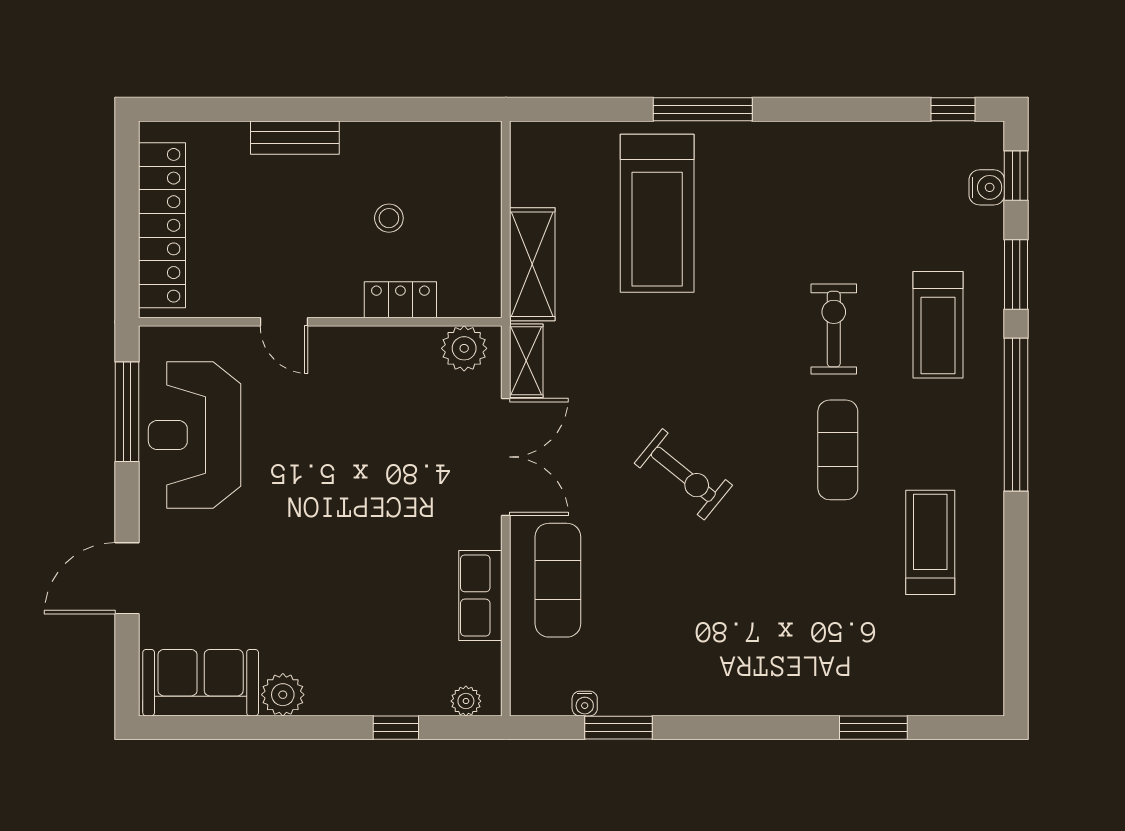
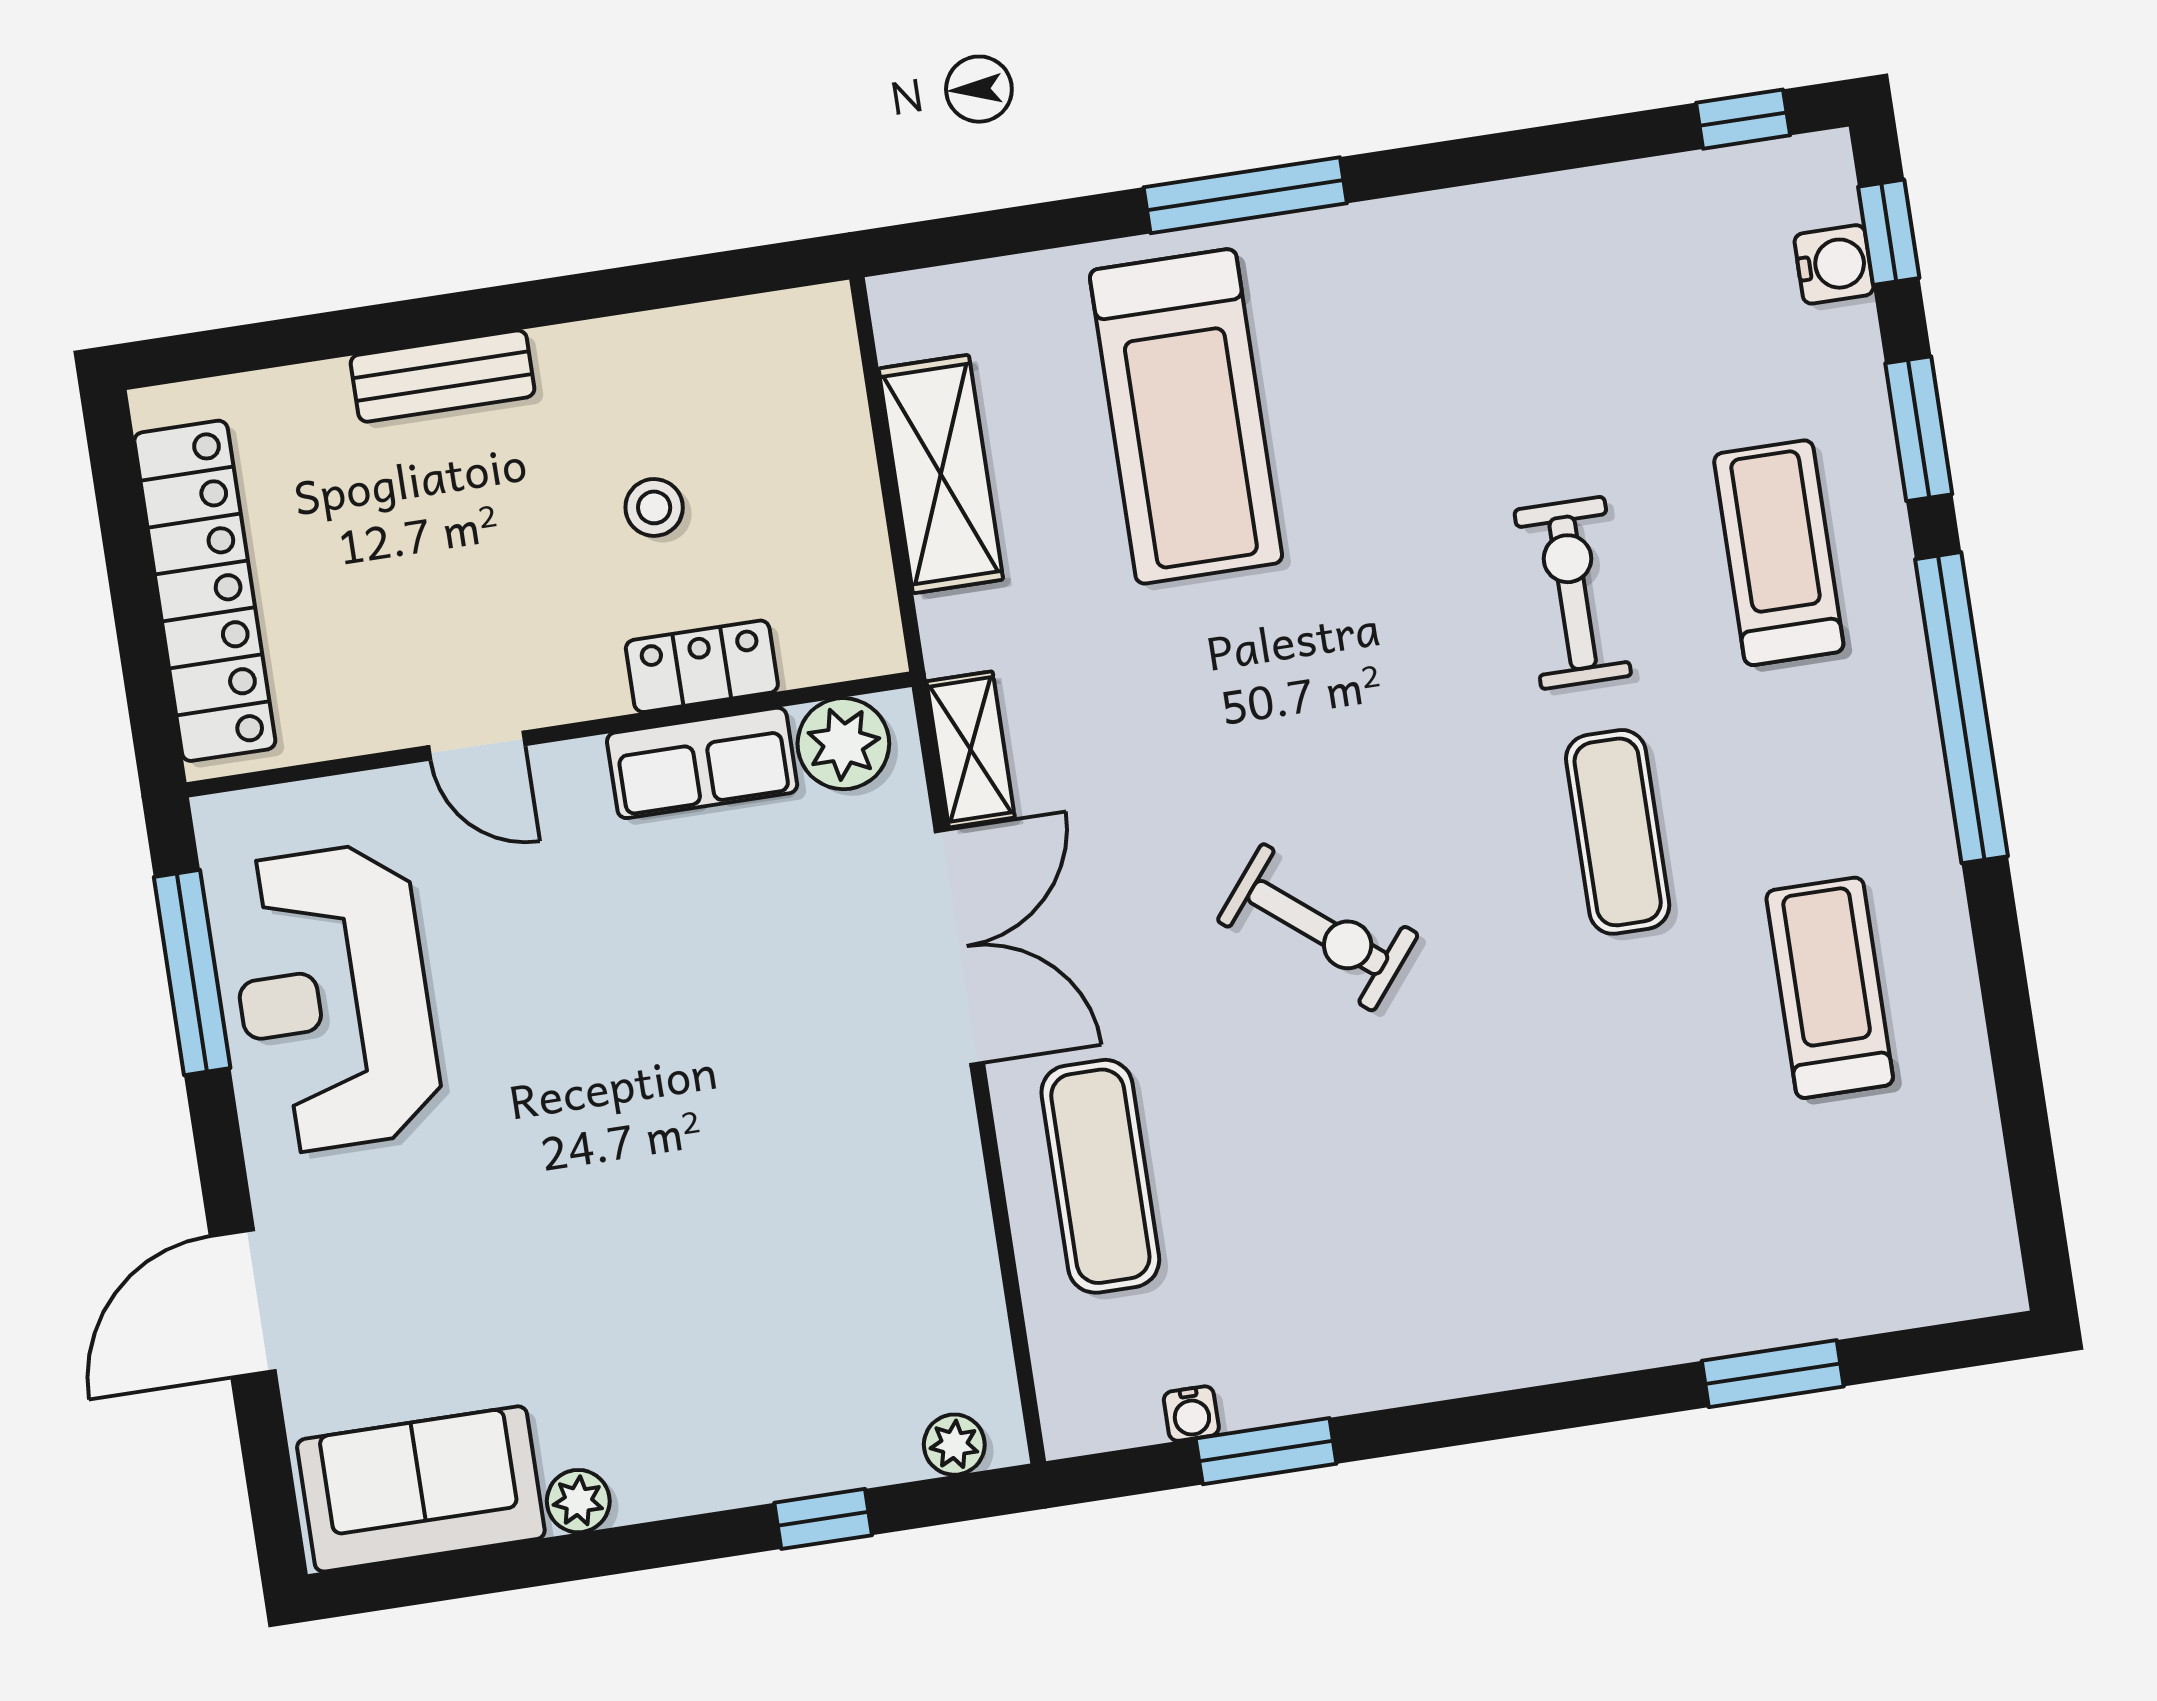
shelving: (532, 264) -> (941, 474), moved
treadmill: (938, 325) -> (1779, 553), turned 180
row of seats: (480, 595) -> (702, 763), moved, turned -90
plant: (283, 695) -> (578, 1501), width x0.73, depth x0.73

